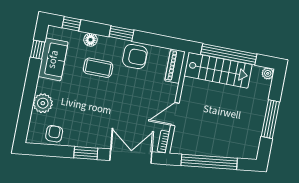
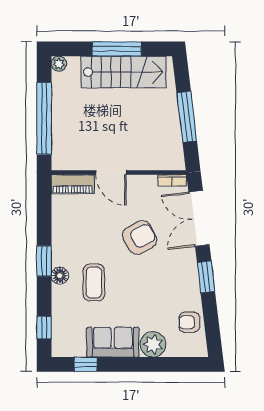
floor lamp: (90, 40) -> (60, 276), moved
armchair: (135, 56) -> (140, 237), moved, turned 62
sofa: (53, 59) -> (113, 342), moved
stairs: (218, 70) -> (124, 72), moved, turned 90
door: (175, 114) -> (111, 173), moved
window: (209, 162) -> (187, 117), width x0.68

